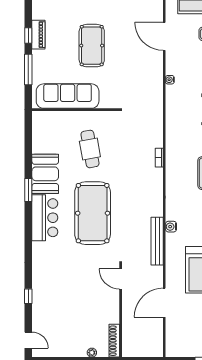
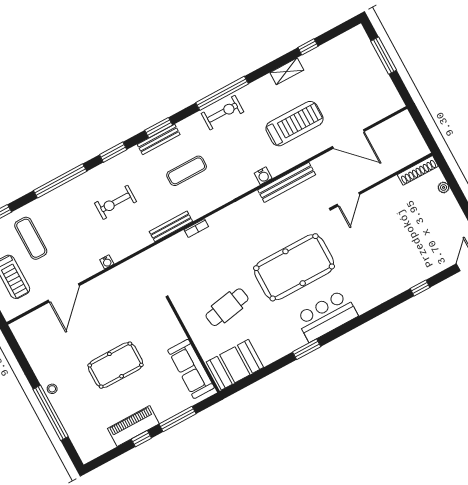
piano: (38, 35) -> (133, 426), width x1.37, depth x1.33
sofa: (68, 96) -> (191, 369), width x0.74, depth x0.79
bench: (170, 140) -> (171, 226), added
booth: (45, 174) -> (235, 365), moved

